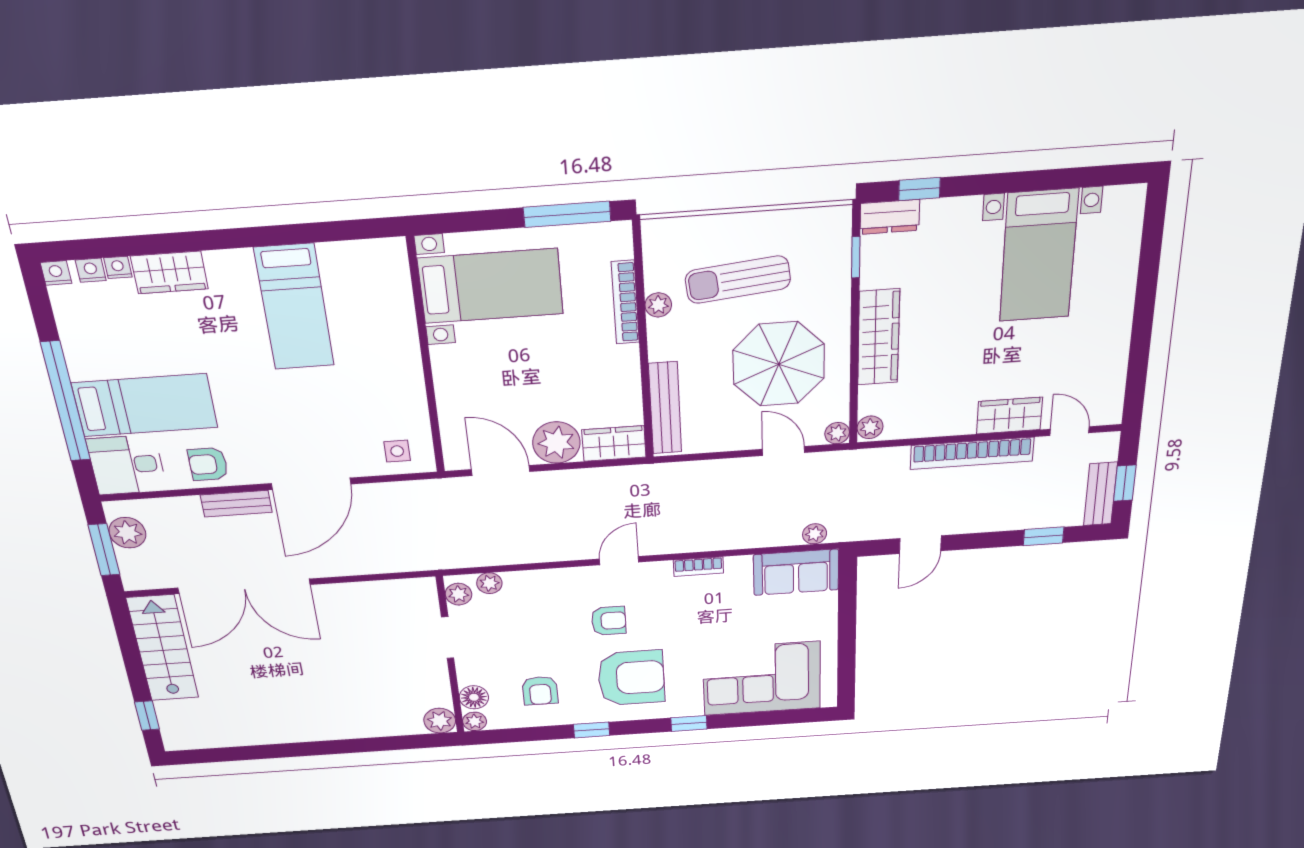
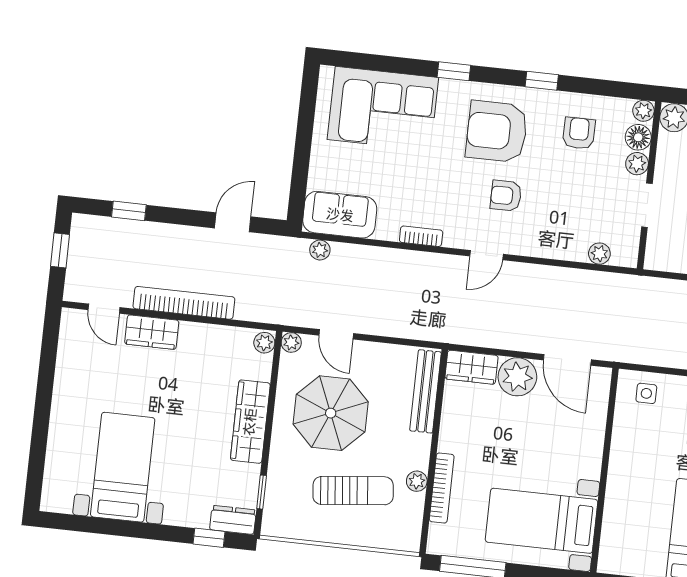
bench: (1100, 494) -> (80, 244), removed
plant: (458, 594) -> (637, 164), moved

